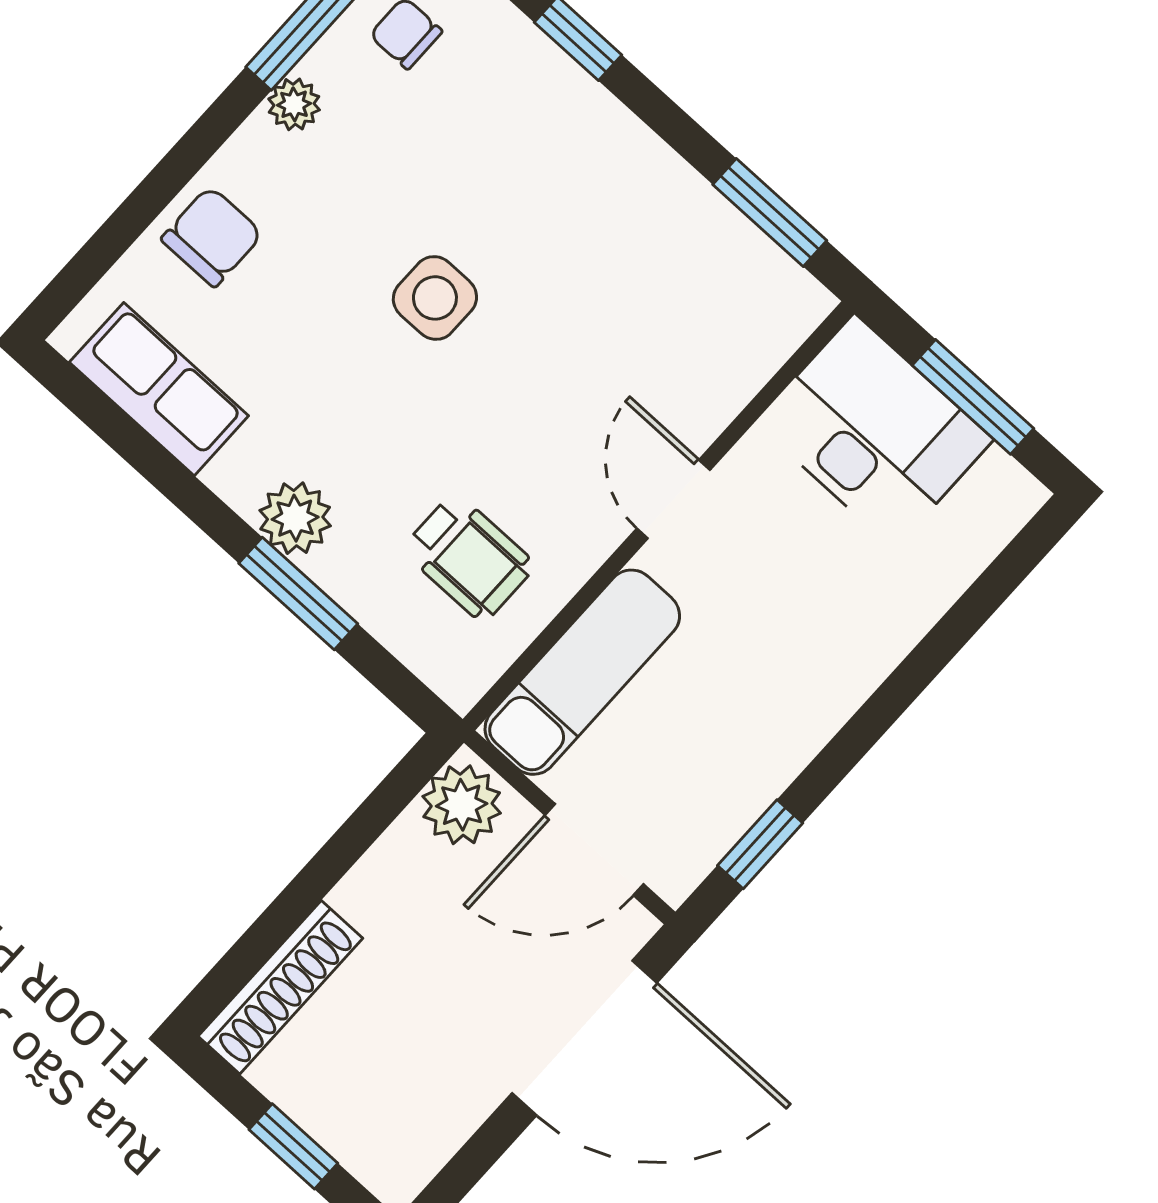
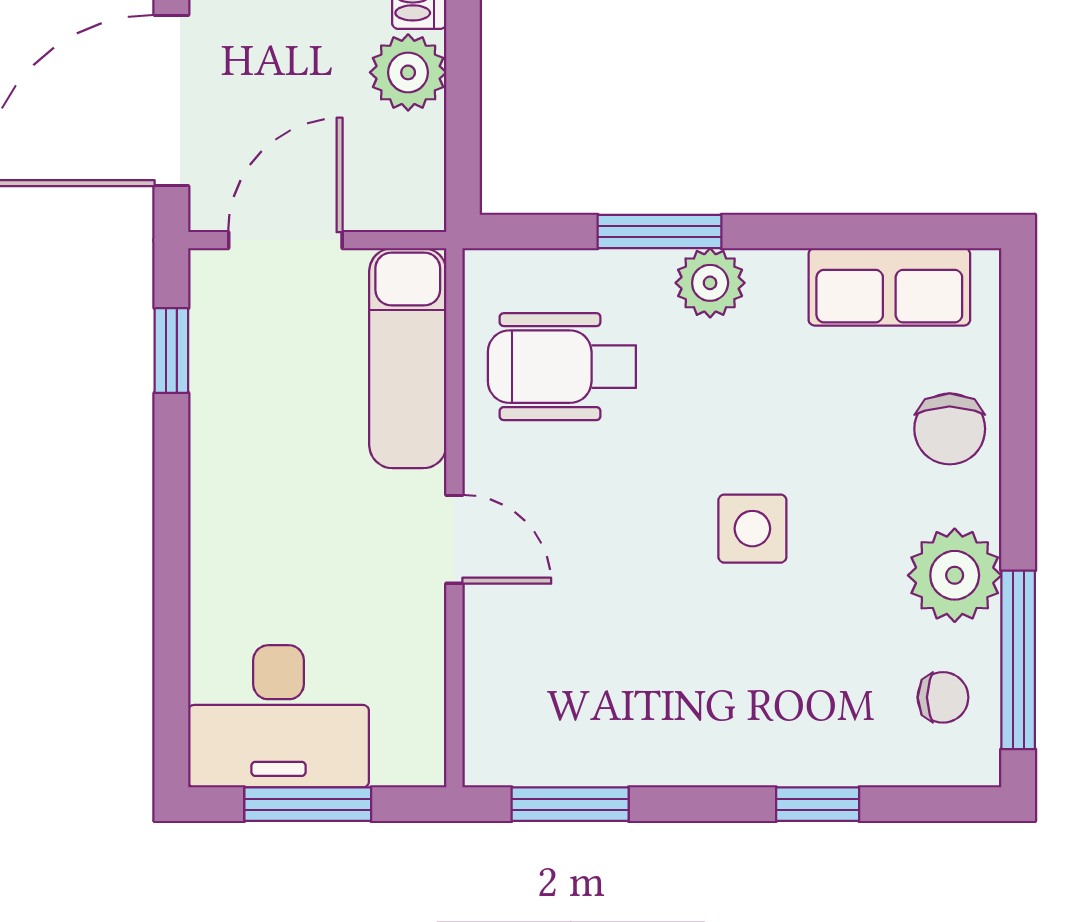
plant: (294, 104) -> (955, 575), width x1.88, depth x1.88
desk: (874, 431) -> (279, 716), moved
wheelchair: (469, 557) -> (562, 367), width x1.36, depth x1.37
plant: (462, 805) -> (408, 72), moved

